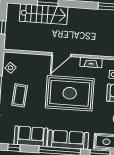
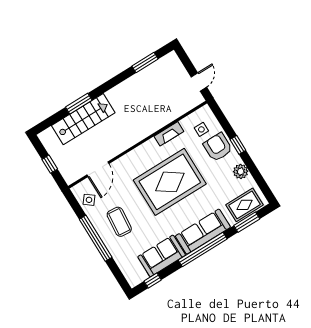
door: (61, 55) -> (98, 169), moved

